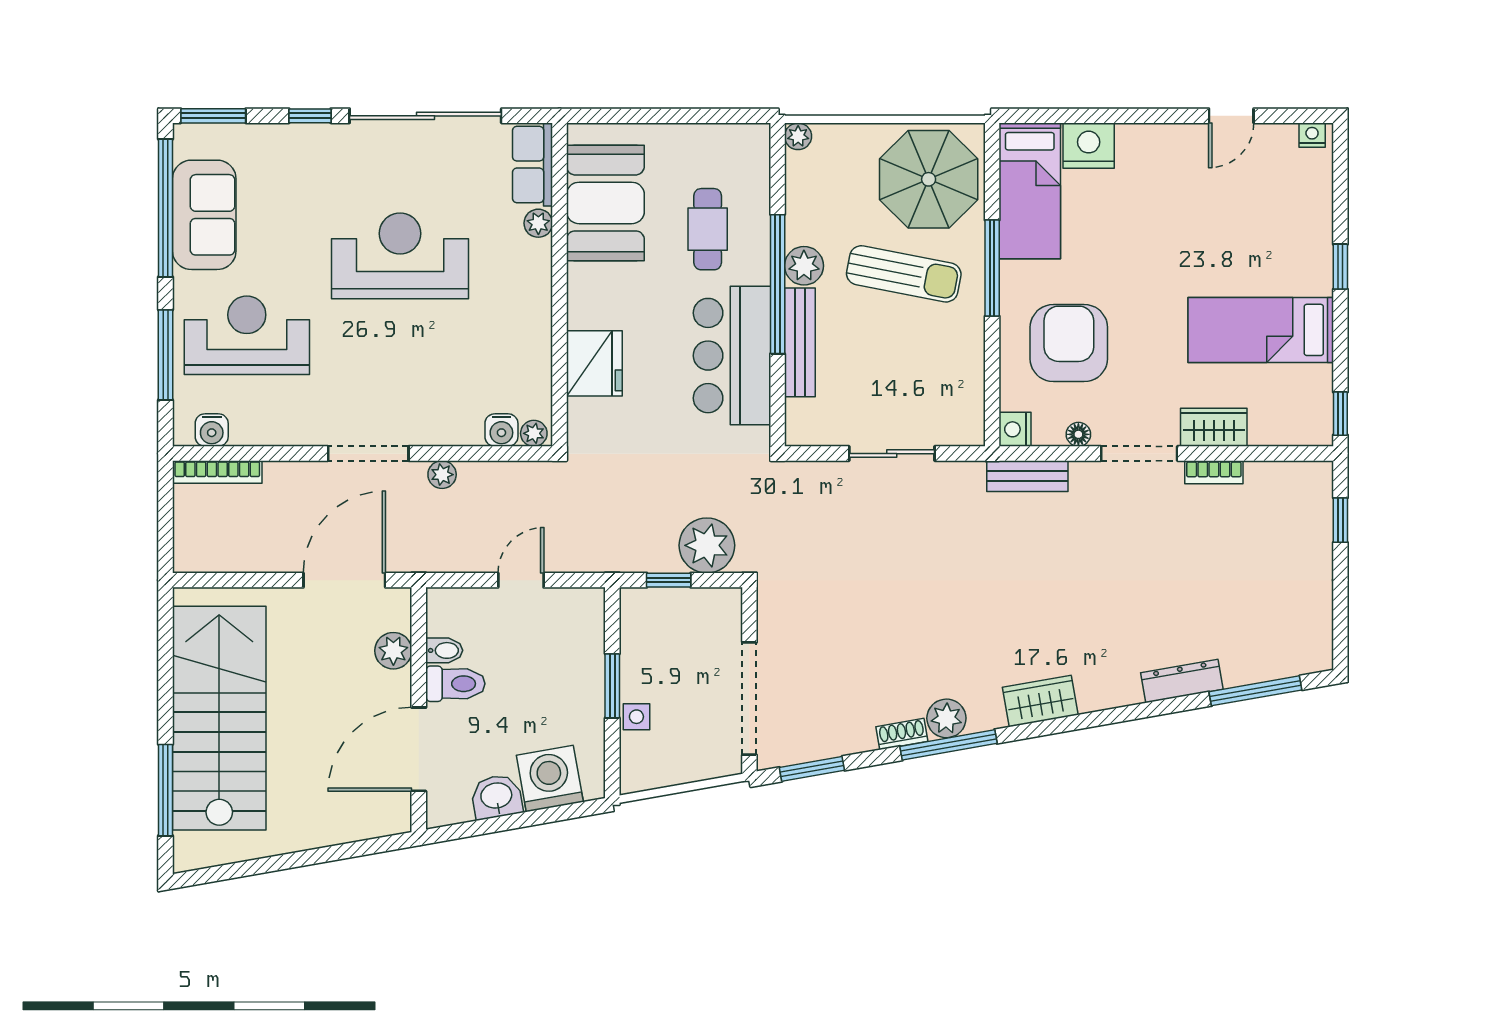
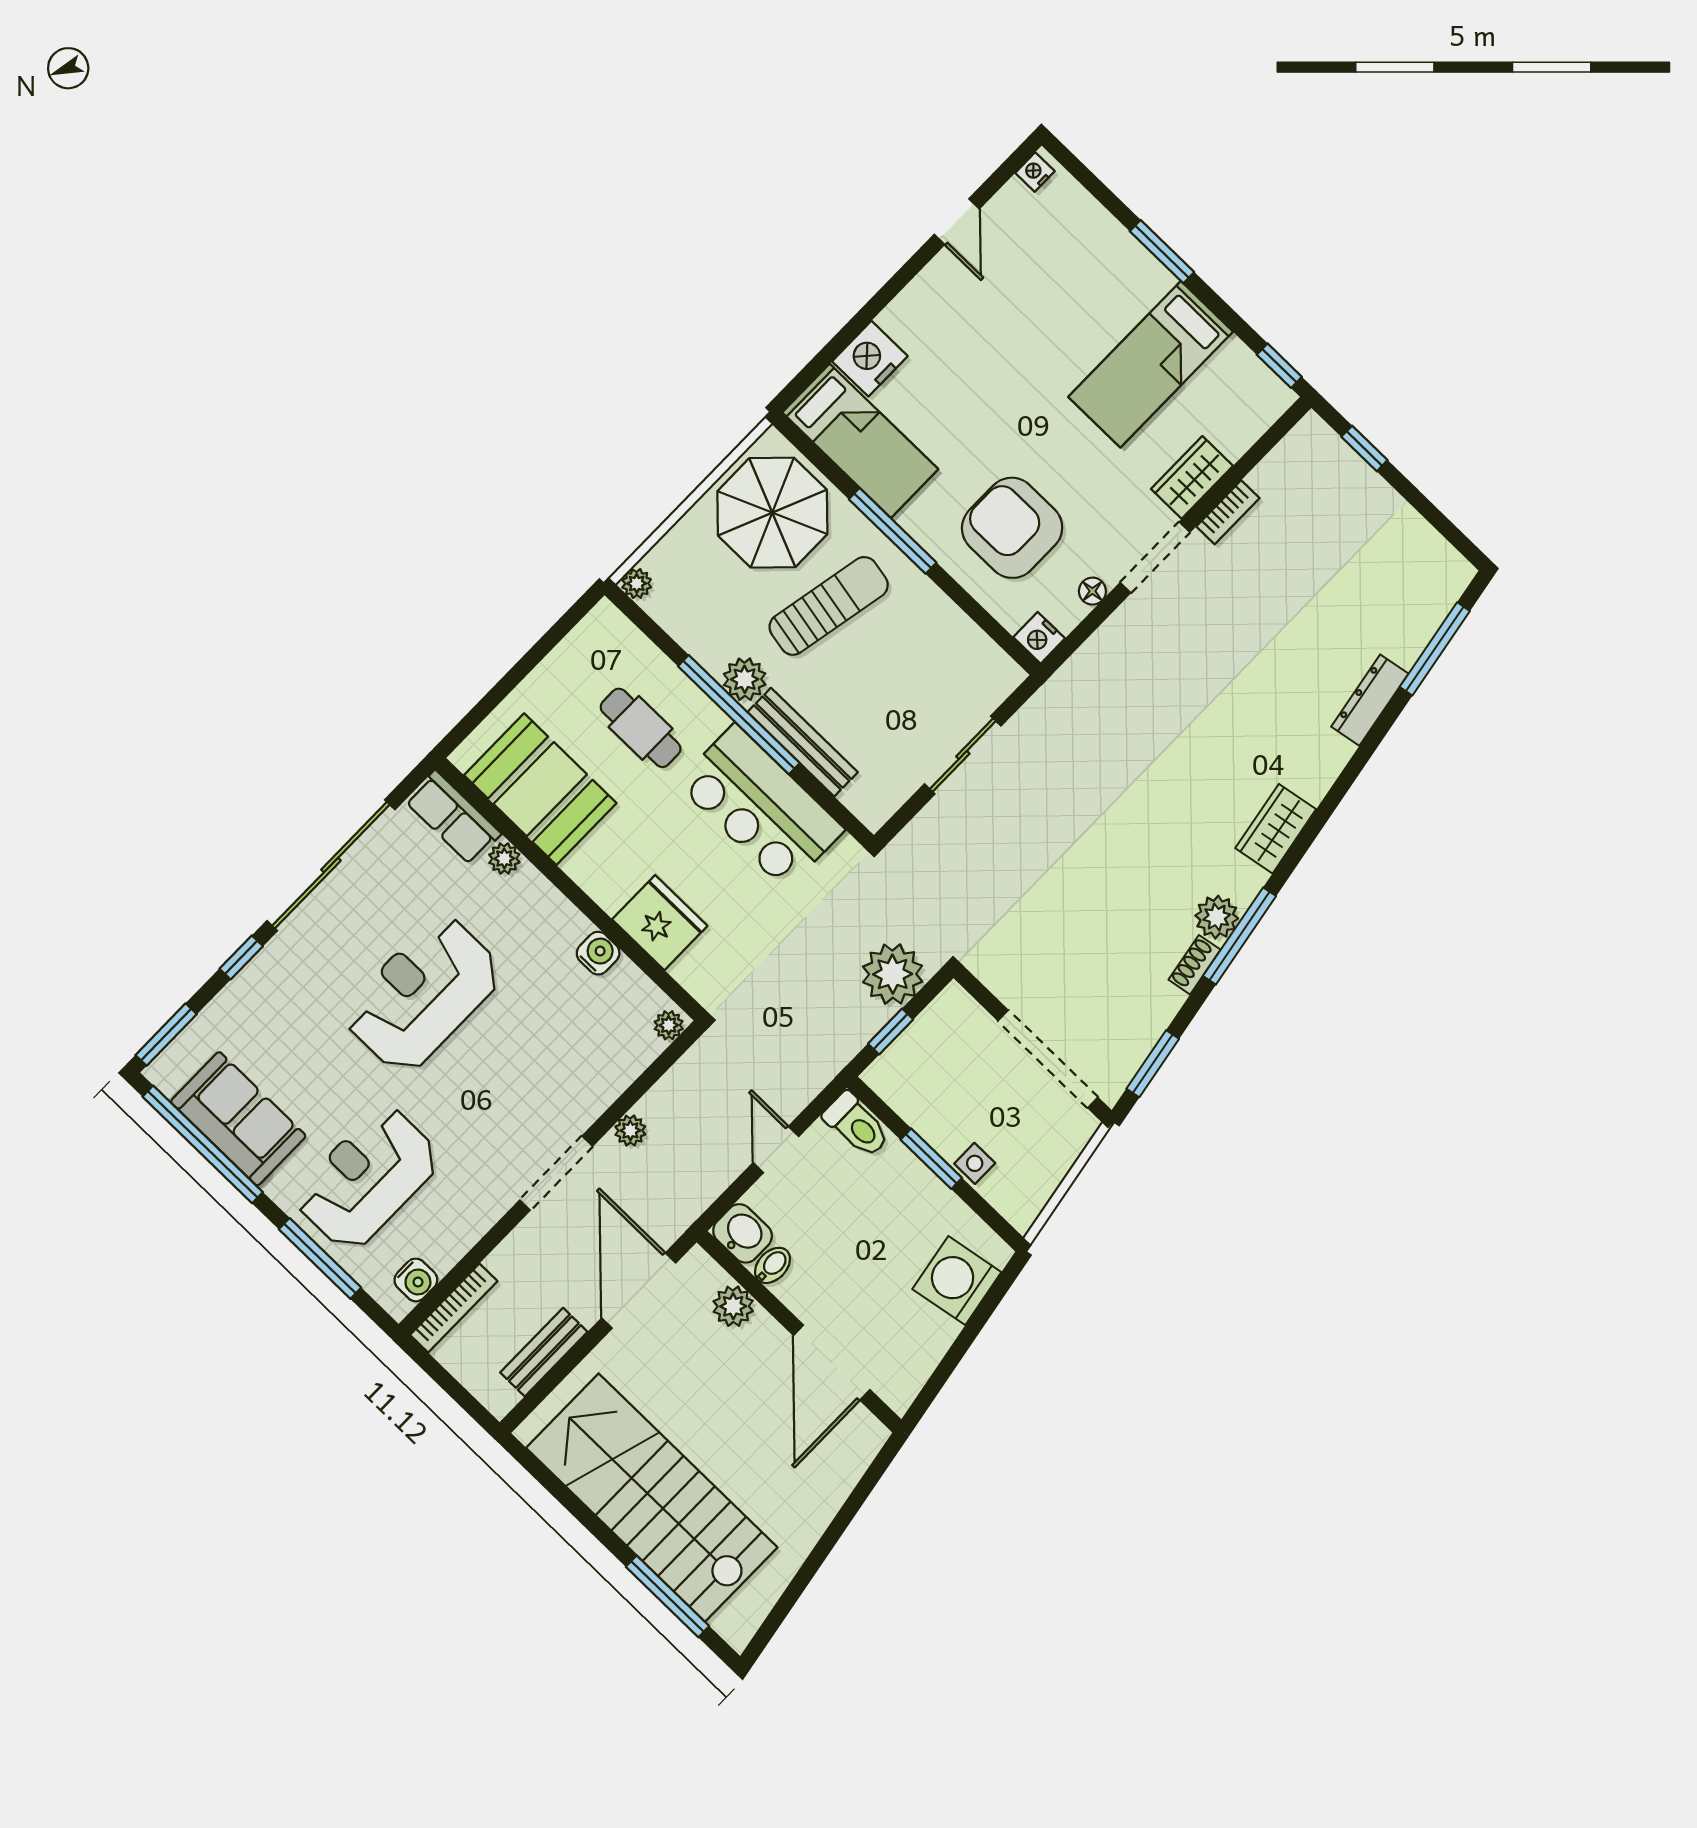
window: (1340, 267) -> (1162, 252), width x1.50
water cooler: (501, 430) -> (598, 953), moved, turned -90
bench: (1027, 476) -> (544, 1352), moved
toilet: (455, 684) -> (857, 1125), moved, turned 90
washbasin: (497, 797) -> (743, 1233), moved, turned 100

